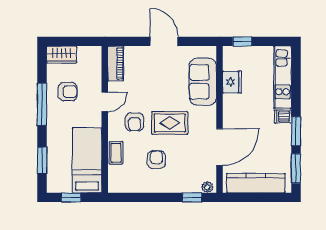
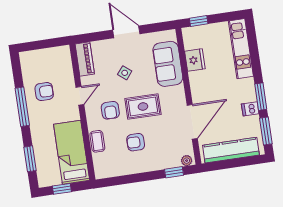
wardrobe: (61, 55) -> (33, 58), removed
side table: (156, 84) -> (125, 73), added
dishwasher: (283, 117) -> (250, 109), moved
armchair: (156, 160) -> (136, 142), turned -90

